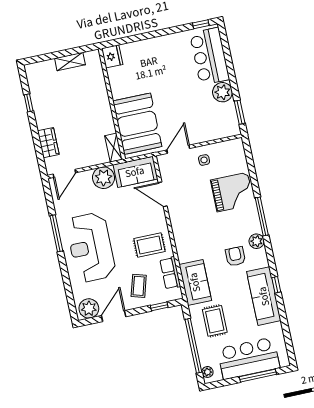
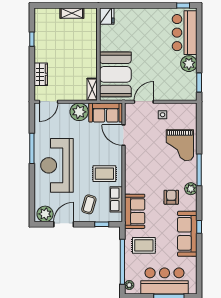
grand piano: (232, 192) -> (180, 145), turned 90
rug: (215, 321) -> (144, 245), turned 90

